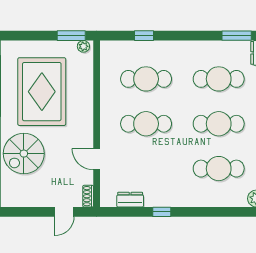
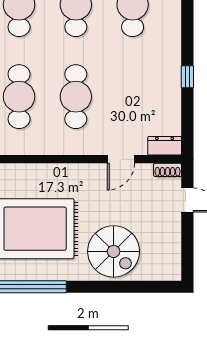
dresser: (130, 200) -> (165, 146), moved, turned 90

